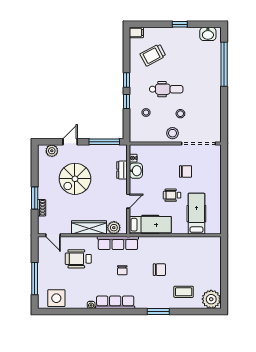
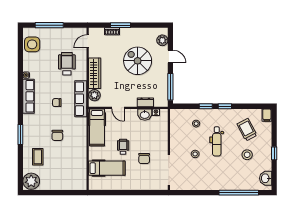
stool: (172, 133) -> (247, 155), moved

